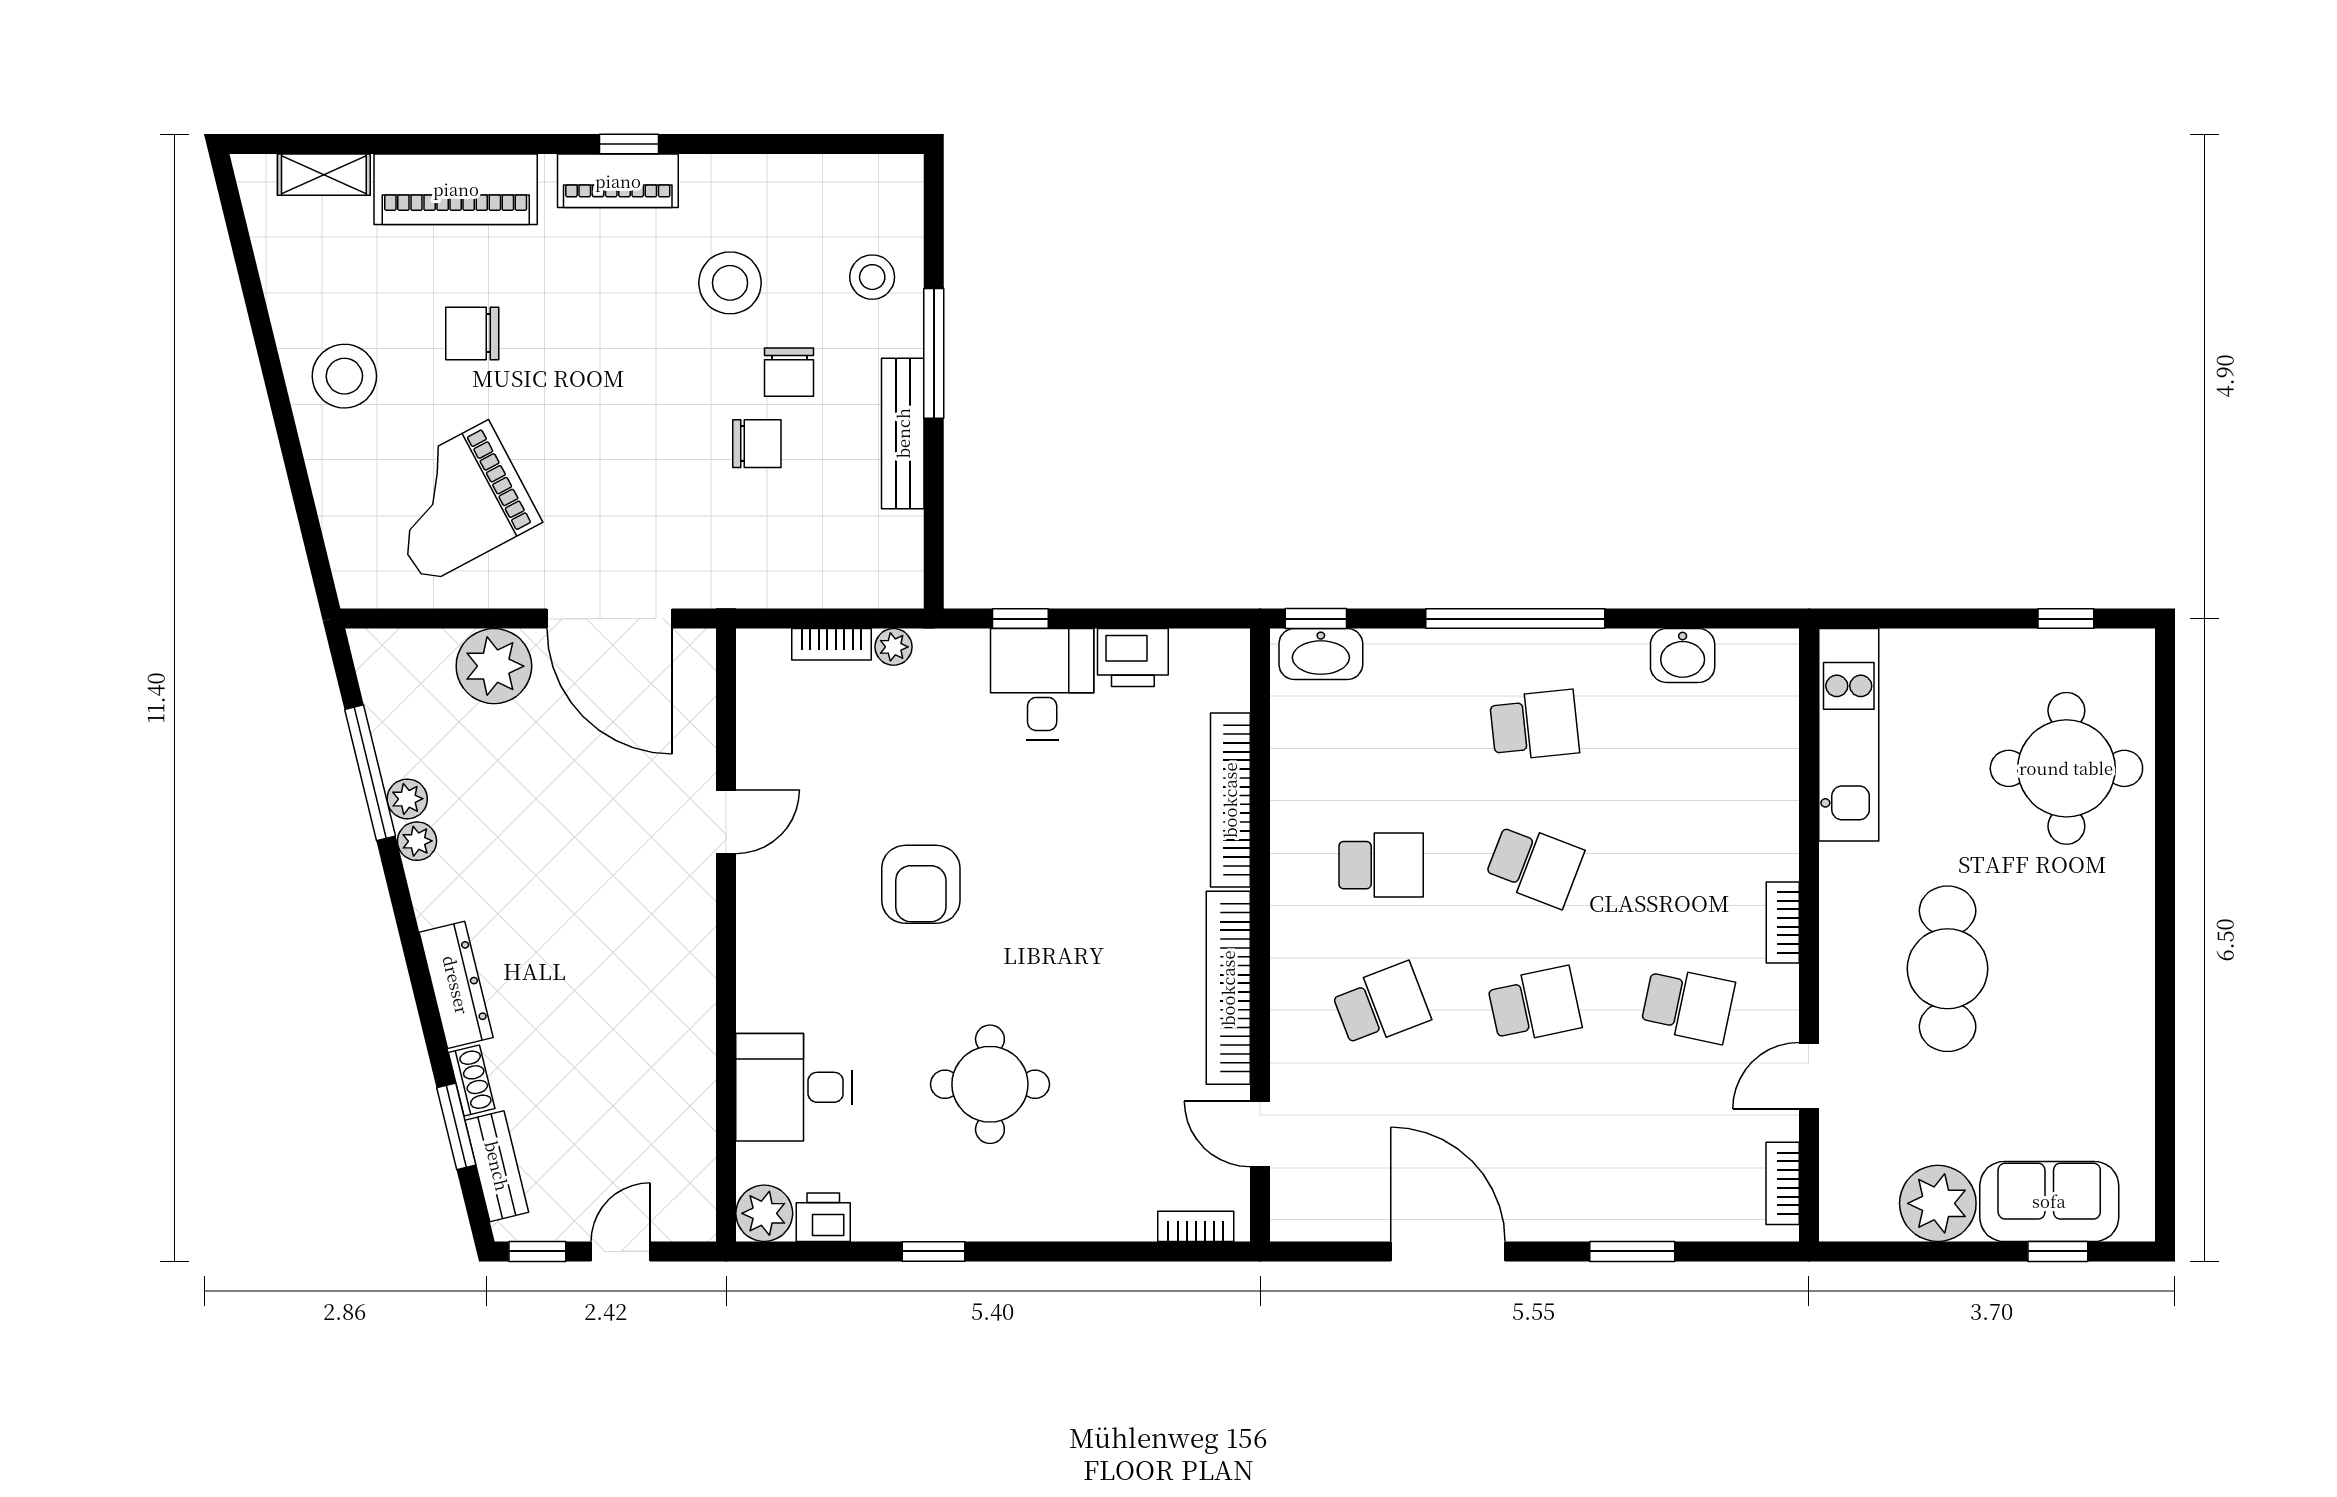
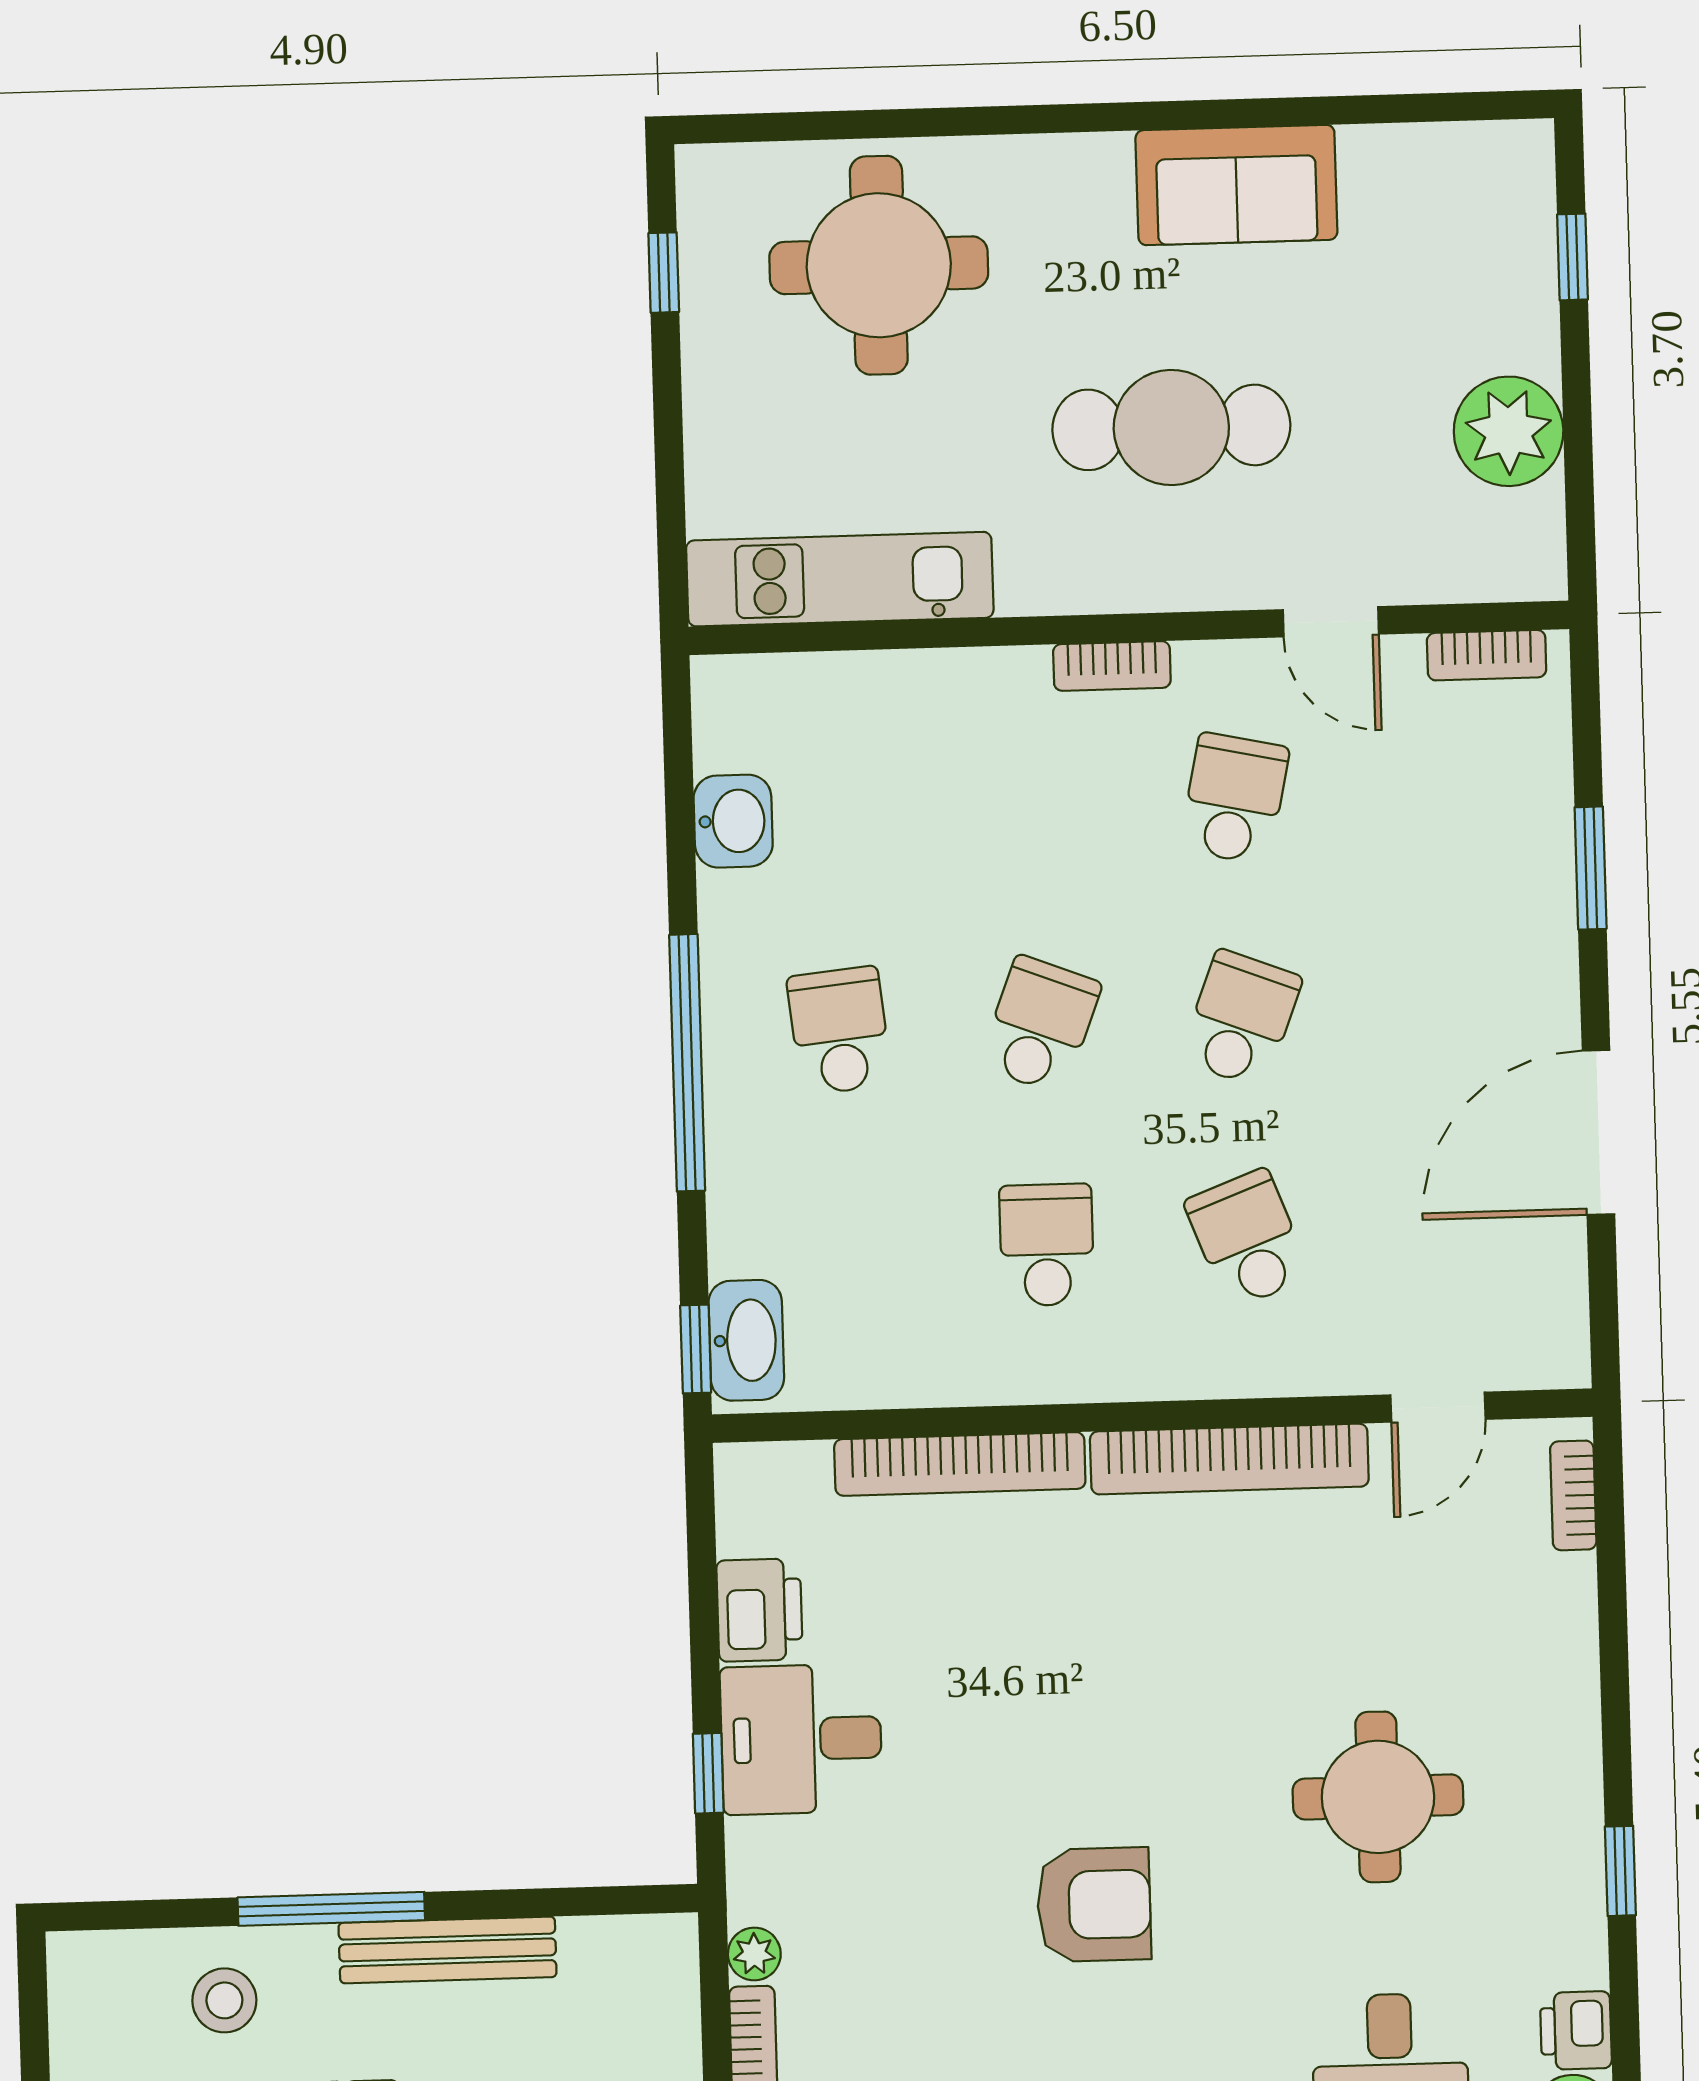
school desk: (1534, 1005) -> (1241, 1019), turned 33
sofa: (2049, 1201) -> (1236, 185), moved, turned -90

